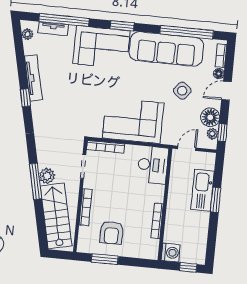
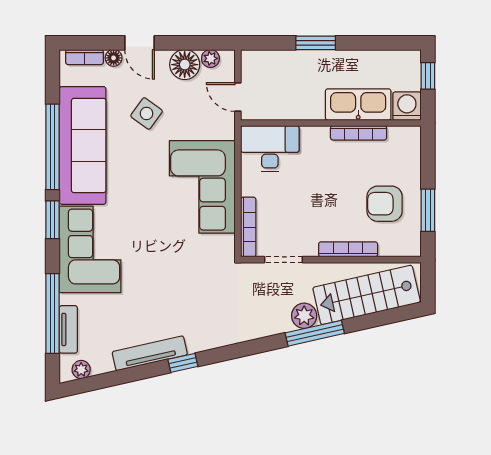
window: (187, 32) -> (53, 147), moved
window: (222, 133) -> (207, 43), removed
kitchen sink: (202, 190) -> (358, 105), moved, turned 180
armchair: (112, 233) -> (385, 204), turned 180

